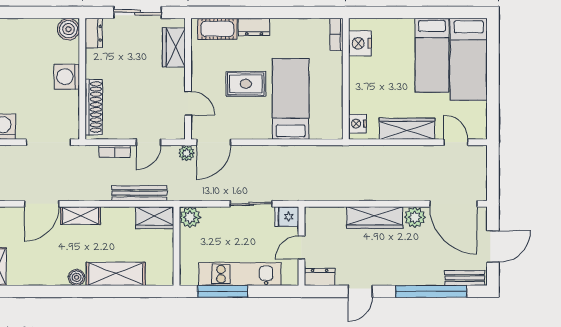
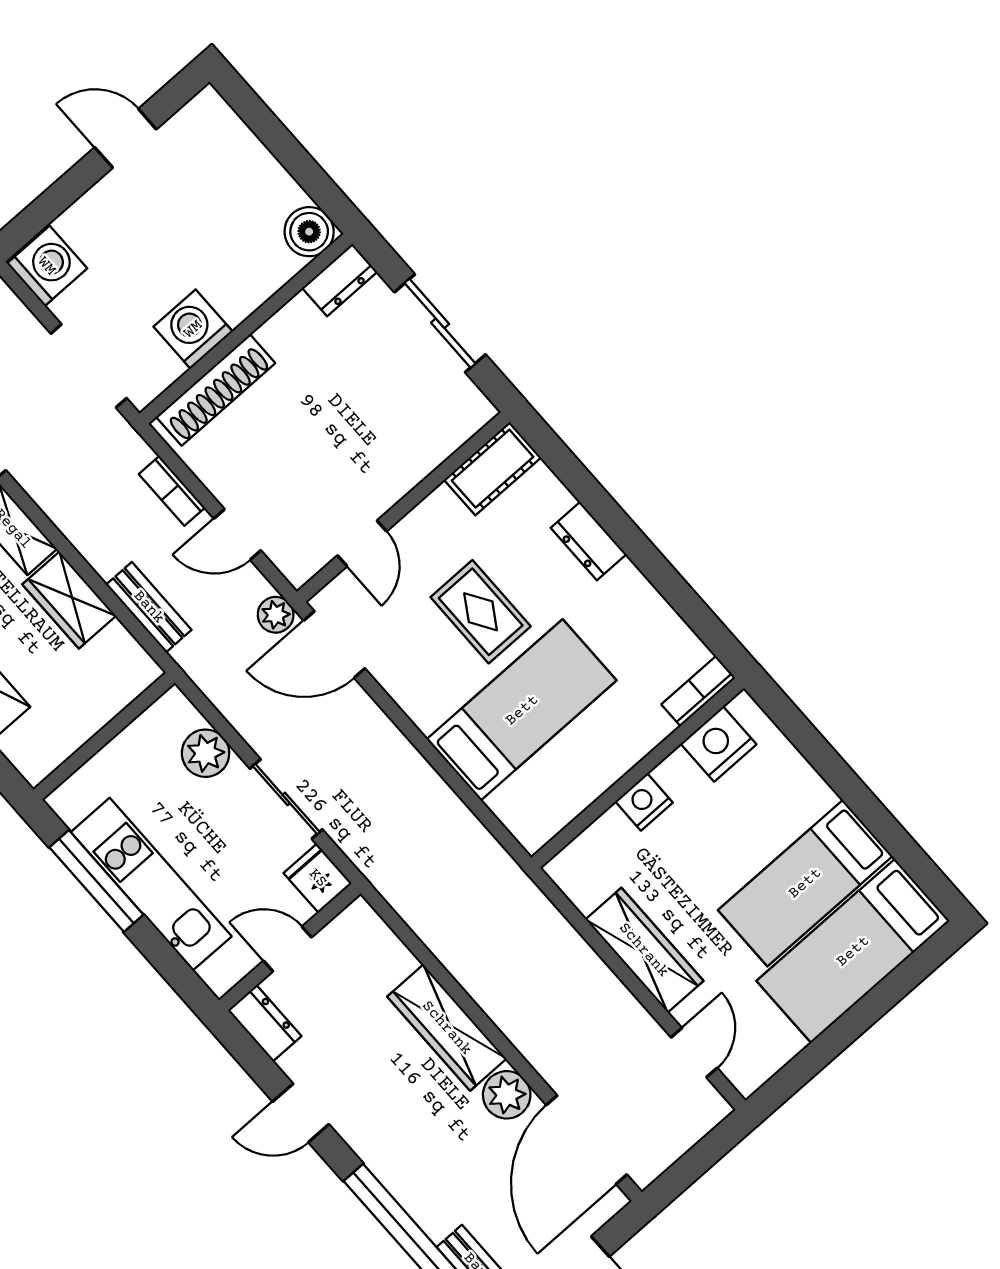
cot: (217, 29) -> (493, 469), moved, turned 90
wardrobe: (174, 47) -> (435, 436), removed
washing machine: (67, 77) -> (193, 329), moved
nightstand: (357, 124) -> (644, 802), moved
bench: (139, 193) -> (149, 607), width x0.73
plant: (190, 217) -> (206, 753), moved
wardrobe: (155, 218) -> (69, 600), moved

